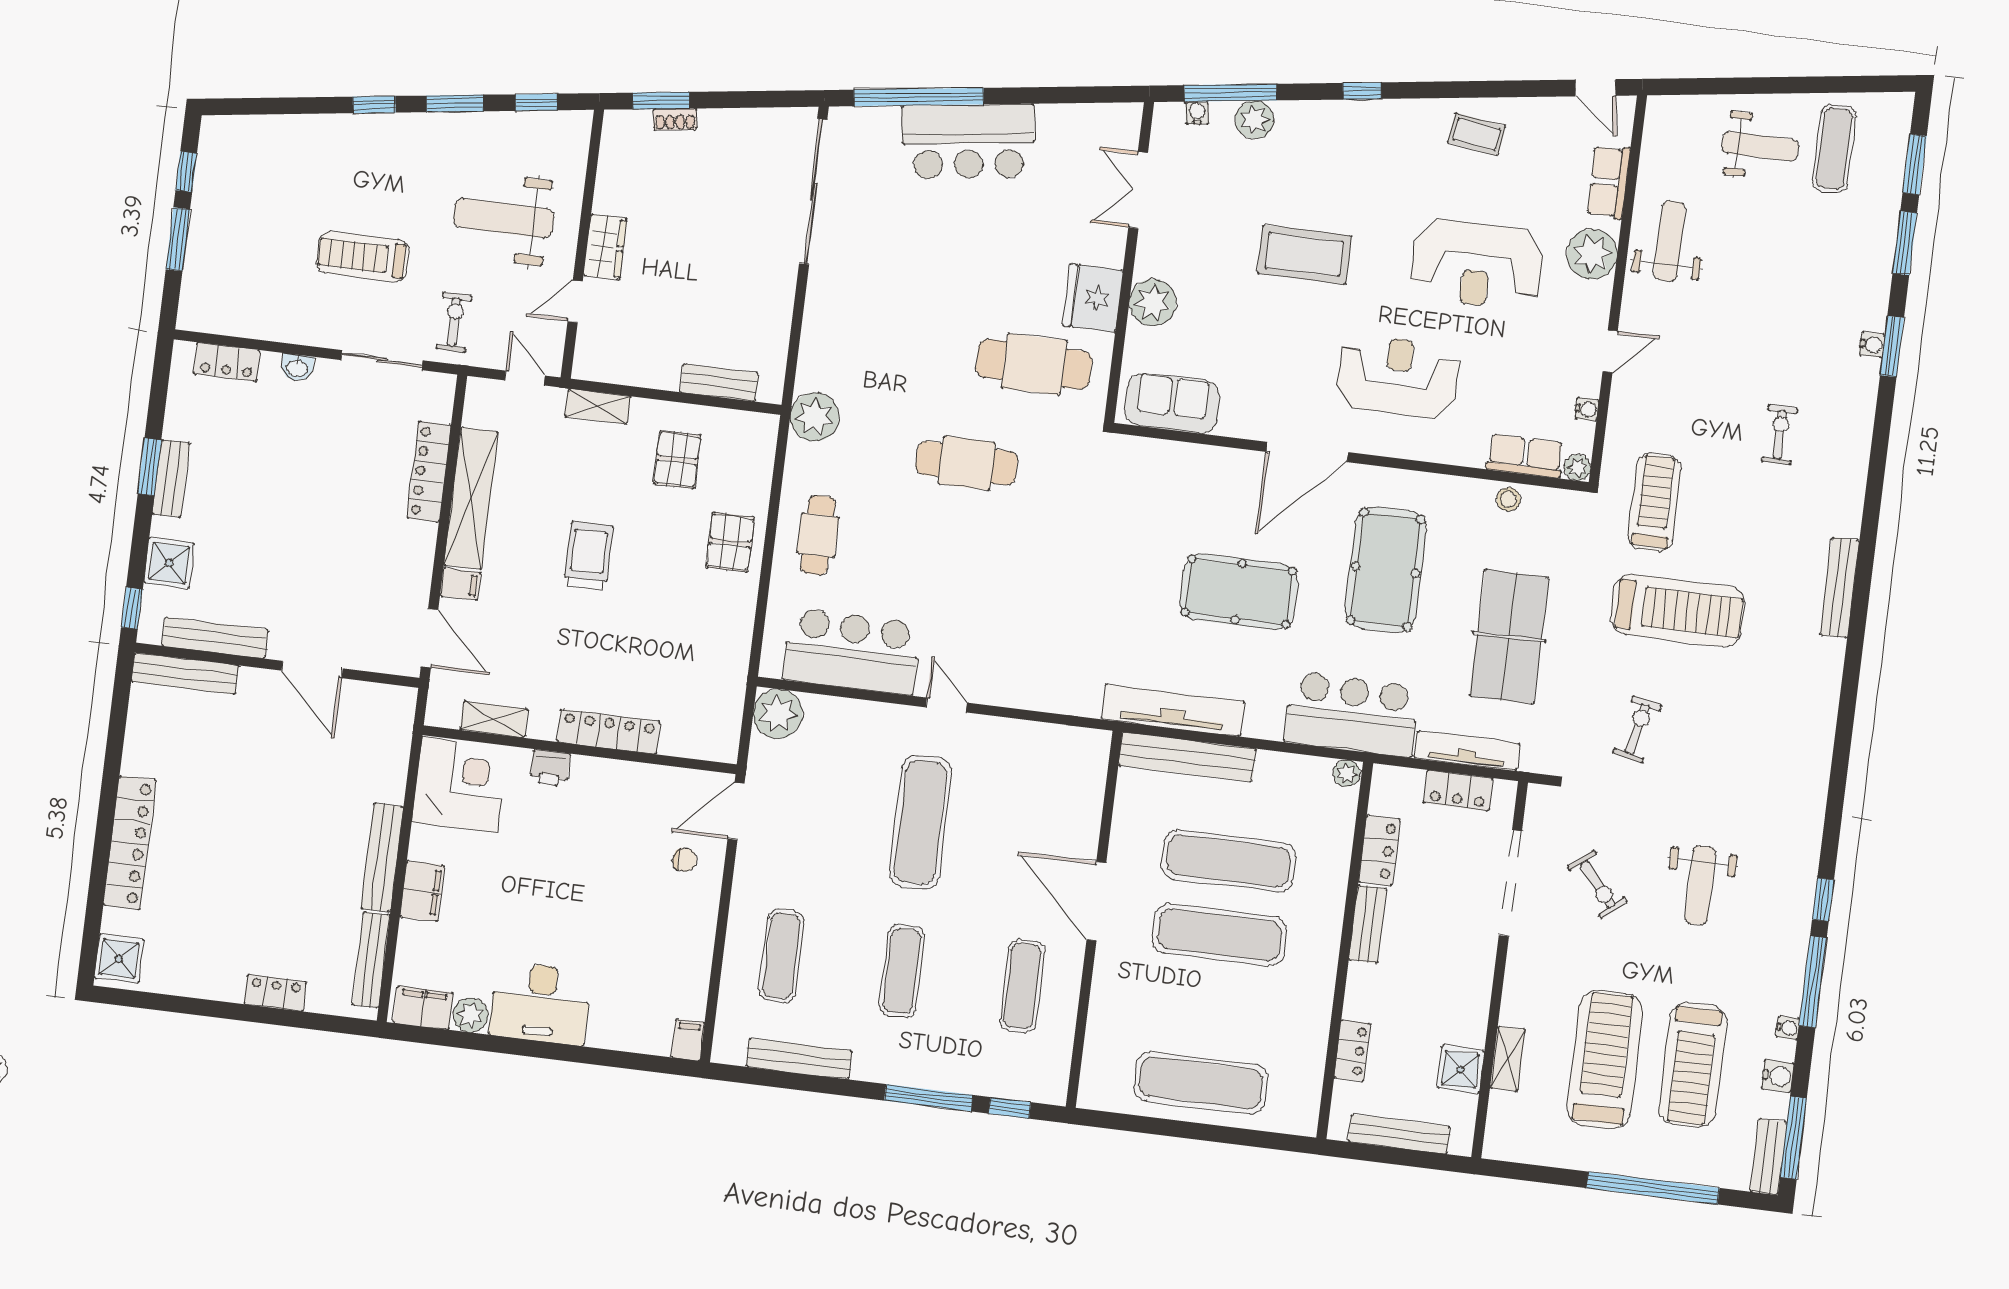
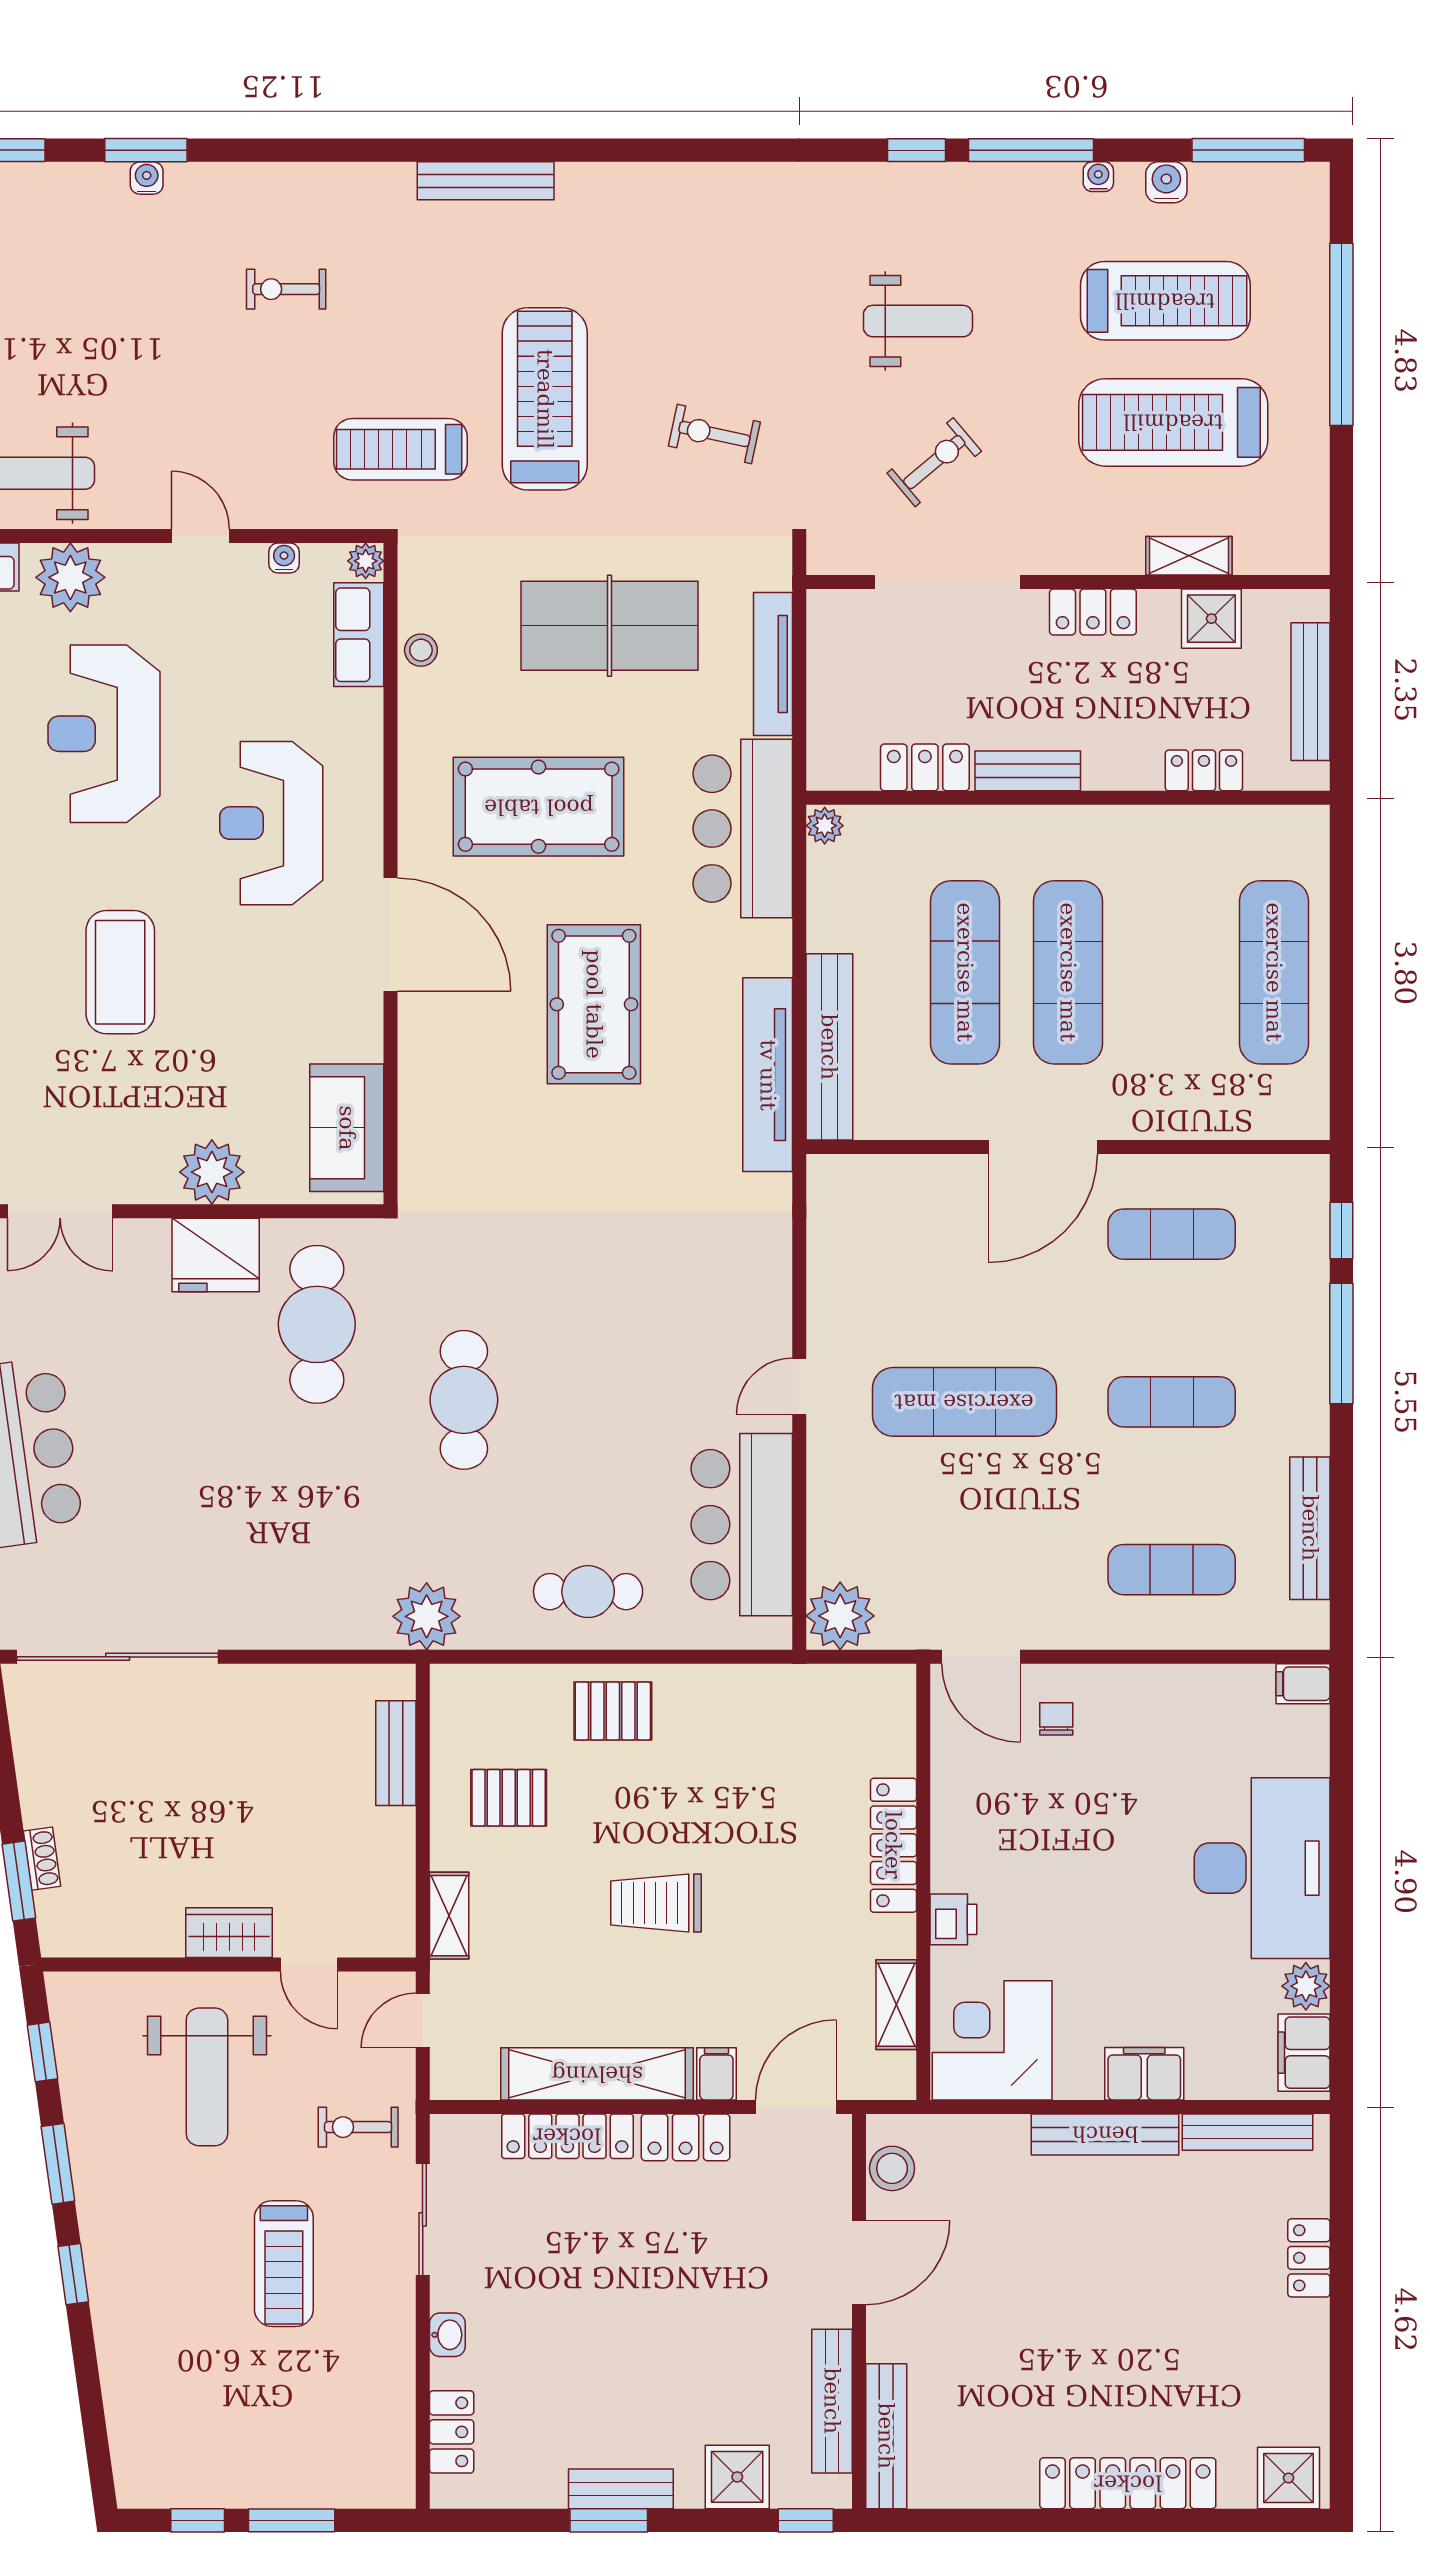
reception desk: (1477, 264) -> (104, 734), turned 180
locker: (418, 556) -> (686, 2137), added
stool: (377, 702) -> (892, 2168), added
locker: (1458, 791) -> (1093, 612), moved, turned 90
desk: (540, 1003) -> (1262, 1868), width x1.36, depth x1.30
bench: (1768, 1157) -> (1279, 181), removed

